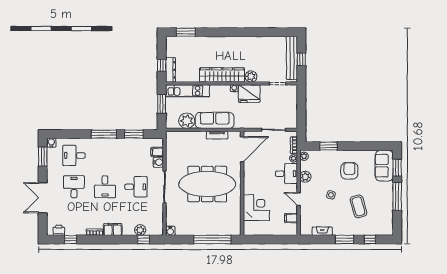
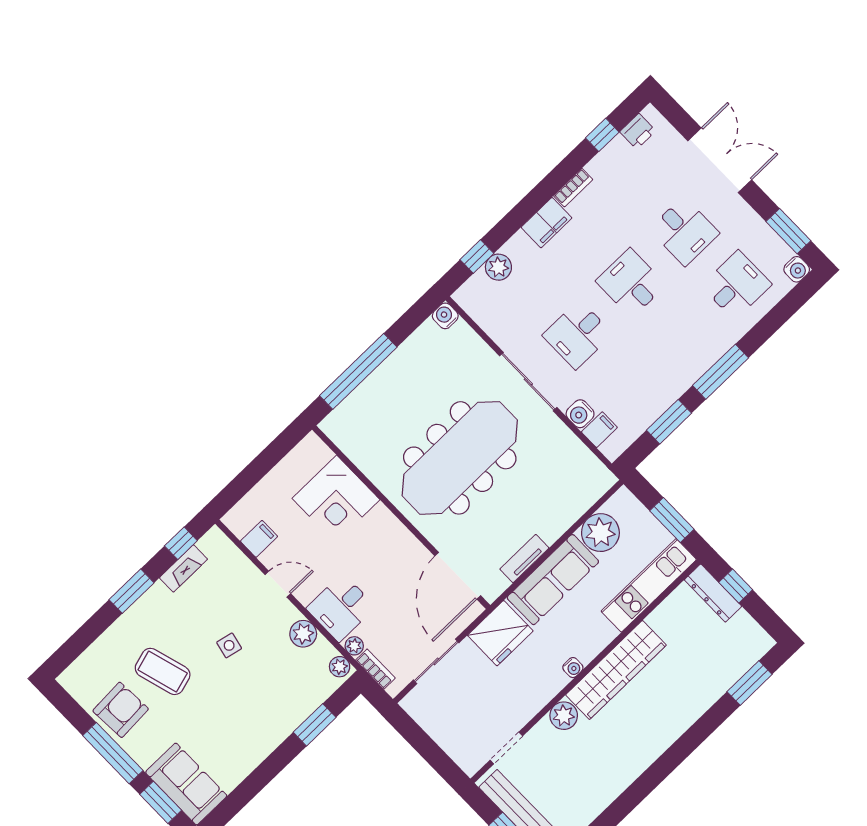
fridge: (249, 94) -> (500, 633), moved, turned 180
armchair: (349, 171) -> (121, 710), moved, turned -93
window: (370, 239) -> (181, 543), moved

